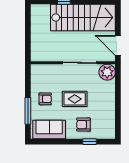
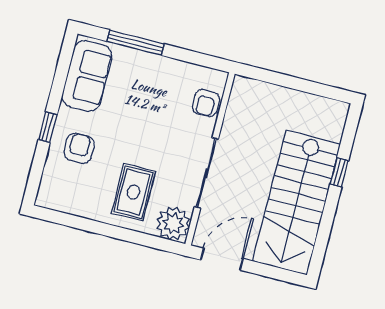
armchair: (45, 99) -> (206, 103), moved
rug: (75, 99) -> (133, 192), moved
window: (89, 142) -> (48, 127), moved

